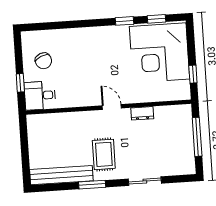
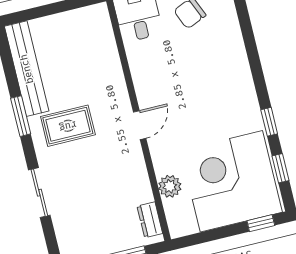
window: (193, 74) -> (261, 223), moved
plant: (156, 94) -> (170, 186), added
dresser: (142, 113) -> (150, 220), moved

